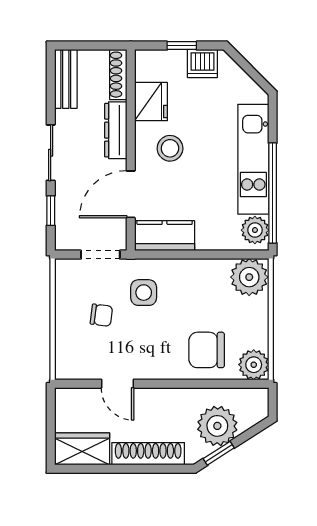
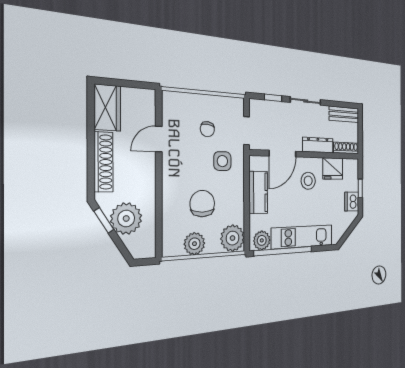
door: (131, 194) -> (283, 154), swing flipped
kitchen counter: (165, 236) -> (258, 192), moved
chair: (207, 350) -> (202, 204), moved
plant: (254, 365) -> (194, 244), moved

